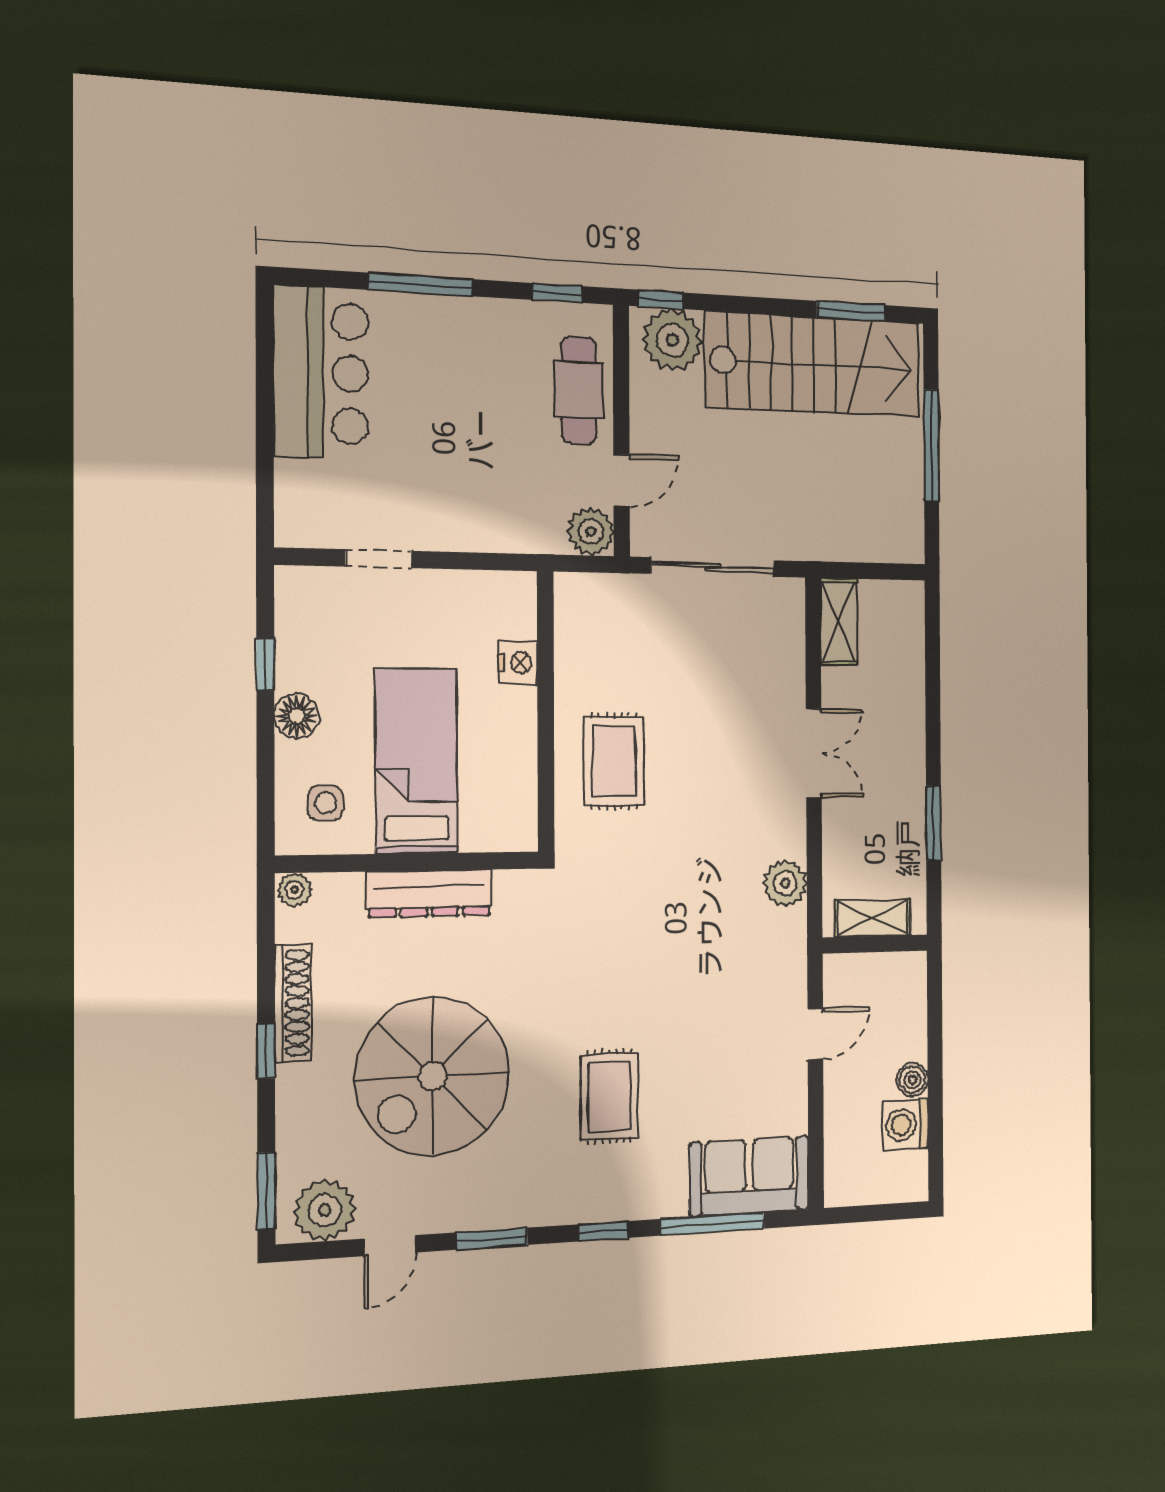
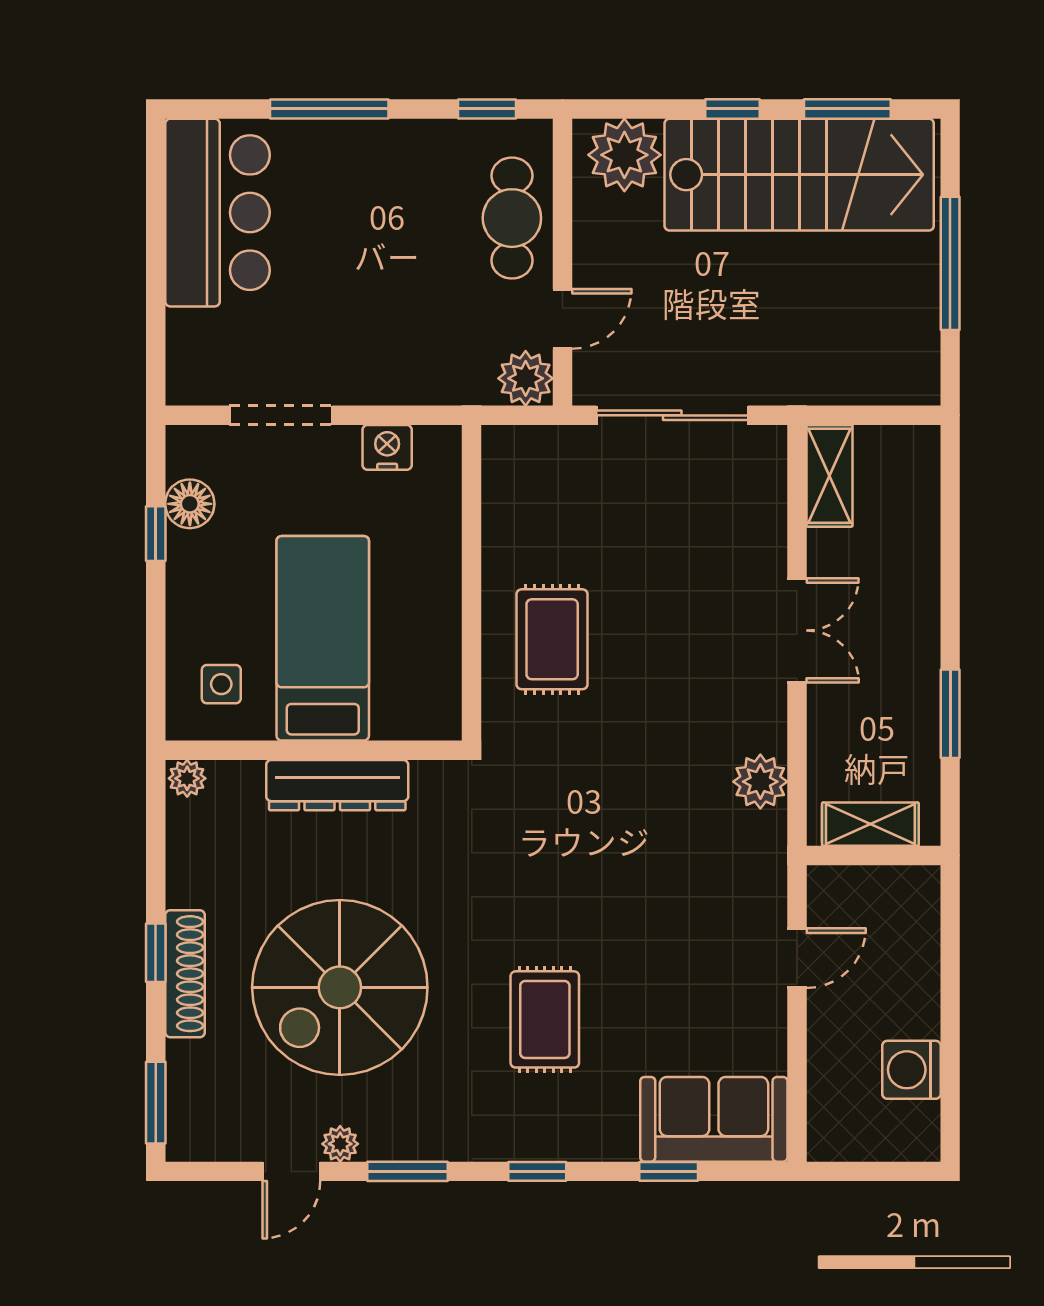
window: (661, 299) -> (733, 109), moved
doorway: (379, 559) -> (281, 415), width x1.38
nightstand: (518, 663) -> (387, 447), moved, turned -90
floor lamp: (297, 716) -> (190, 504), moved
shoe rack: (293, 1003) -> (185, 974), moved
boiler: (913, 1080) -> (921, 1017), removed
plant: (325, 1210) -> (340, 1144), moved, width x0.53, depth x0.53
window: (713, 1224) -> (669, 1171), width x0.46

